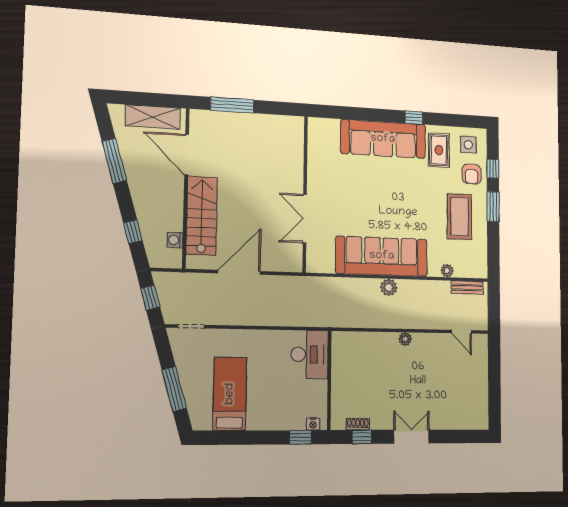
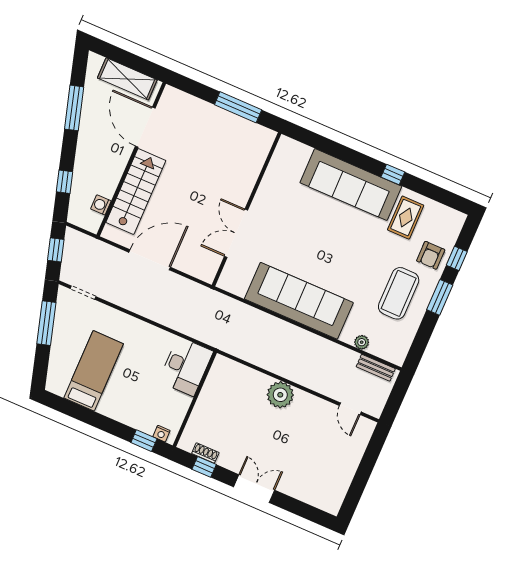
window: (232, 105) -> (238, 107), moved
side table: (468, 145) -> (440, 224), removed
plant: (389, 287) -> (293, 334), removed
plant: (405, 339) -> (280, 395), width x1.88, depth x1.88
window: (174, 389) -> (46, 323), moved

